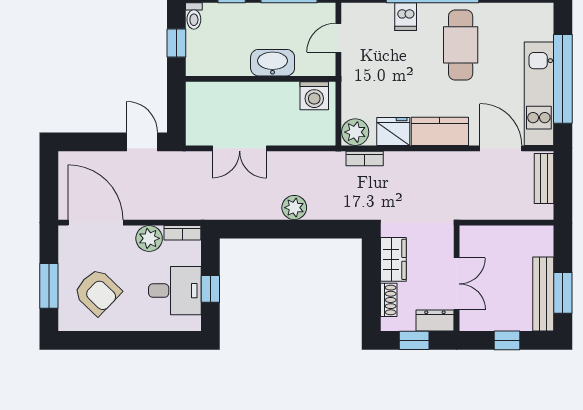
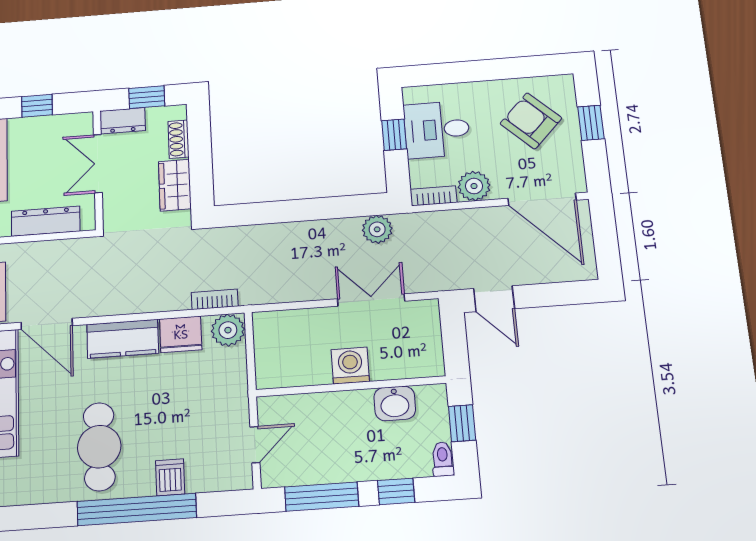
washbasin: (273, 63) -> (395, 403), moved, width x0.72
washing machine: (314, 96) -> (350, 365), moved
plant: (294, 208) -> (377, 229), moved
dresser: (501, 236) -> (46, 221), added
window: (49, 286) -> (591, 123), width x0.67

